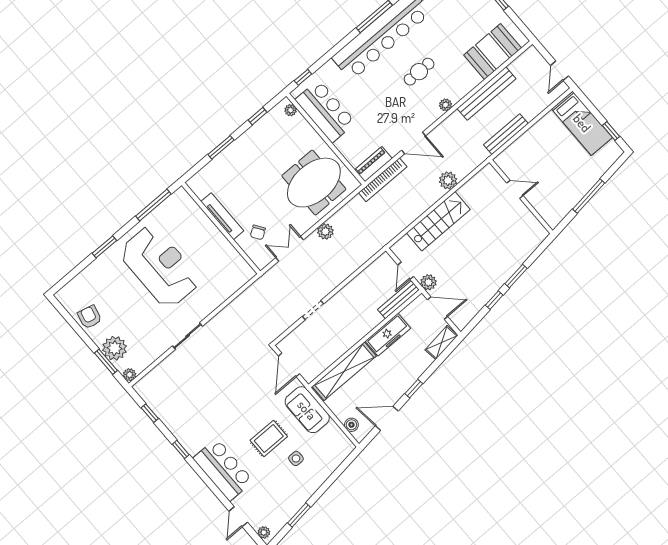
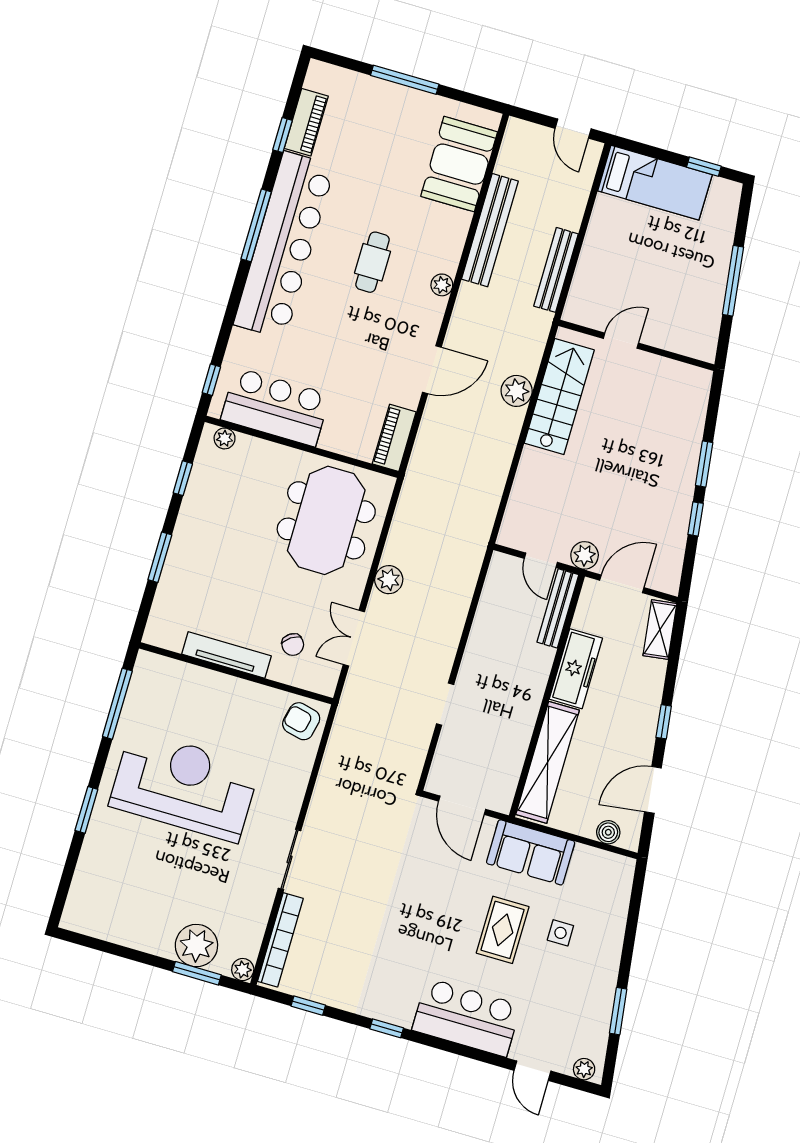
bookcase: (383, 180) -> (280, 940), moved
stairs: (438, 221) -> (559, 396), moved
armchair: (90, 317) -> (301, 721), moved

